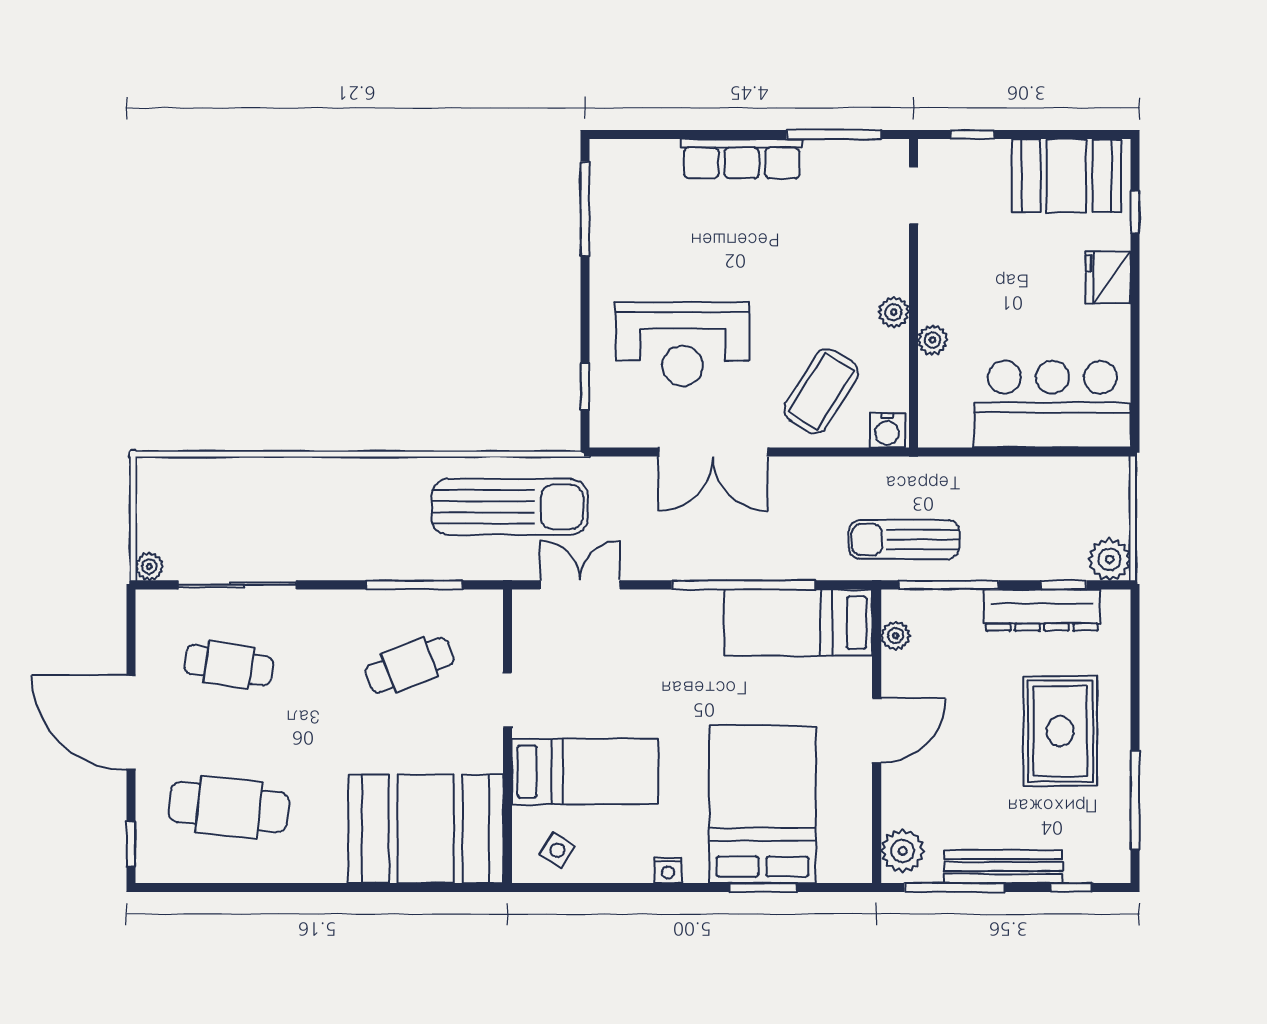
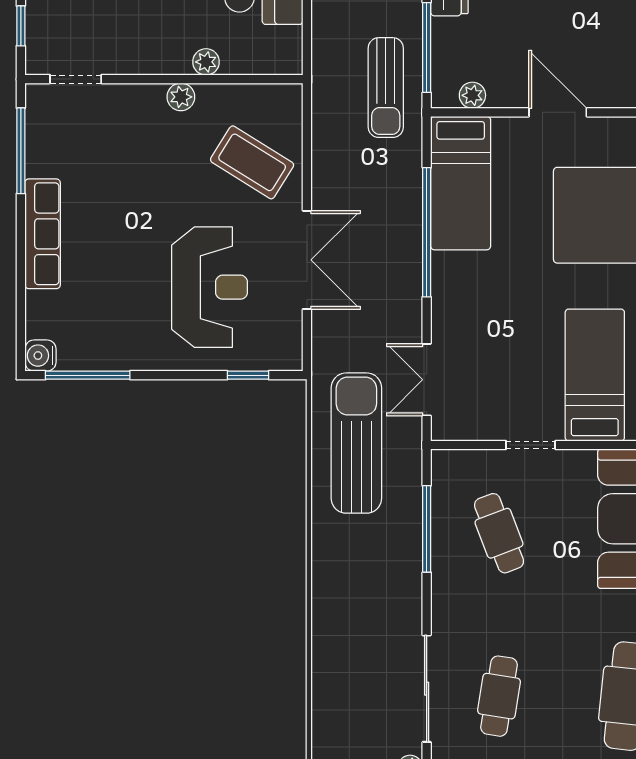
water cooler: (887, 430) -> (40, 356), moved, turned 180

